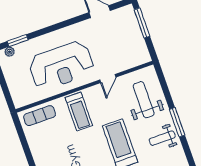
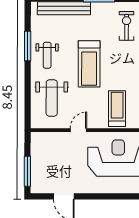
window: (177, 122) -> (28, 46), moved
weight bench: (162, 138) -> (47, 55), turned 90

